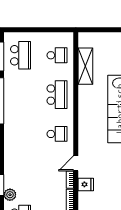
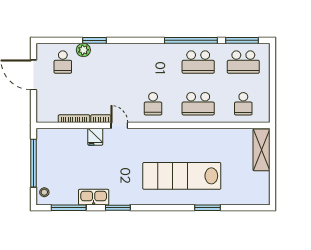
shelving: (85, 66) -> (262, 150), moved, turned 90
school desk: (21, 95) -> (198, 62), added

